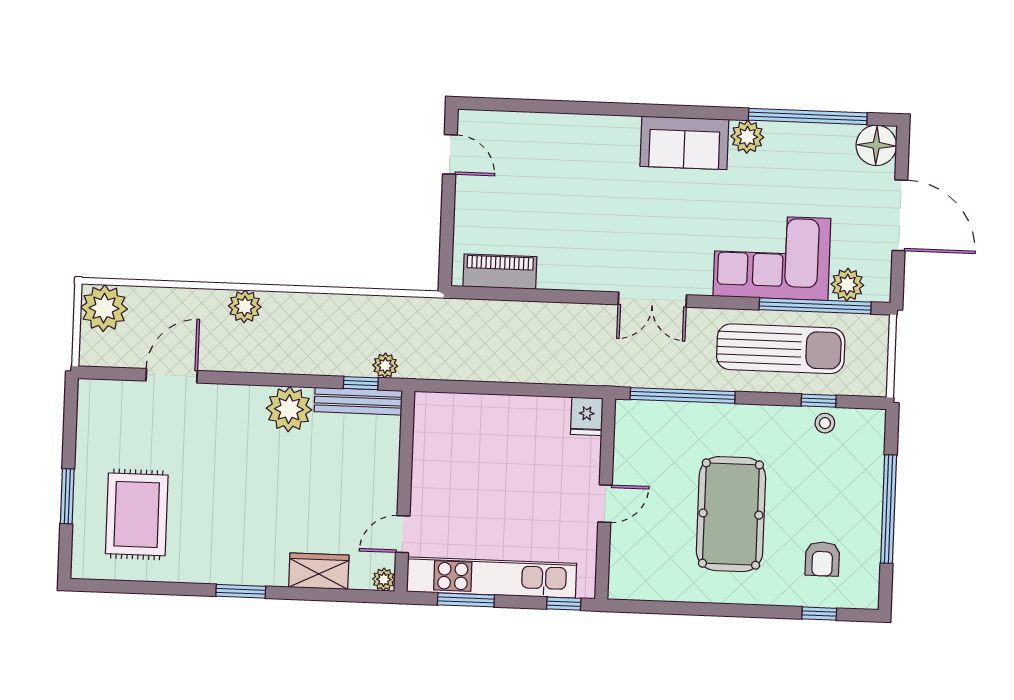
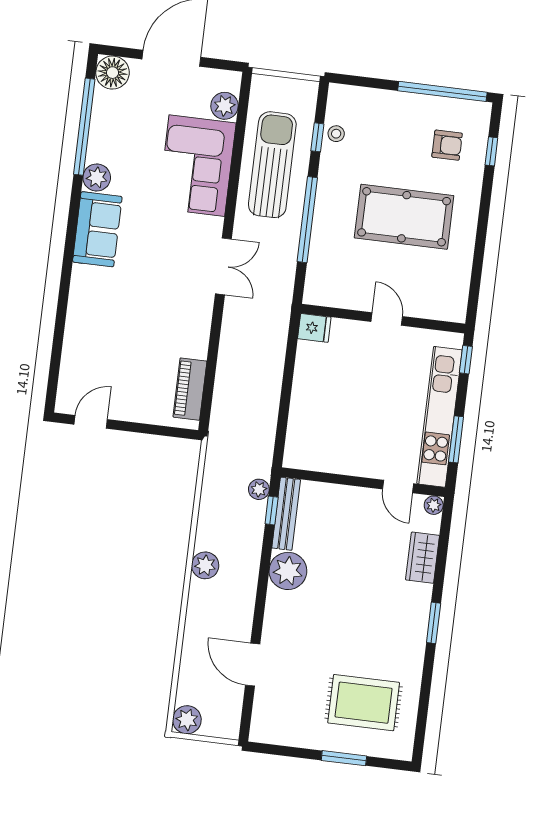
plant: (245, 306) -> (205, 565), moved
window: (815, 306) -> (240, 134), removed
plant: (104, 308) -> (187, 720), width x0.73, depth x0.73
window: (683, 395) -> (307, 220), moved
window: (889, 509) -> (442, 91), moved

